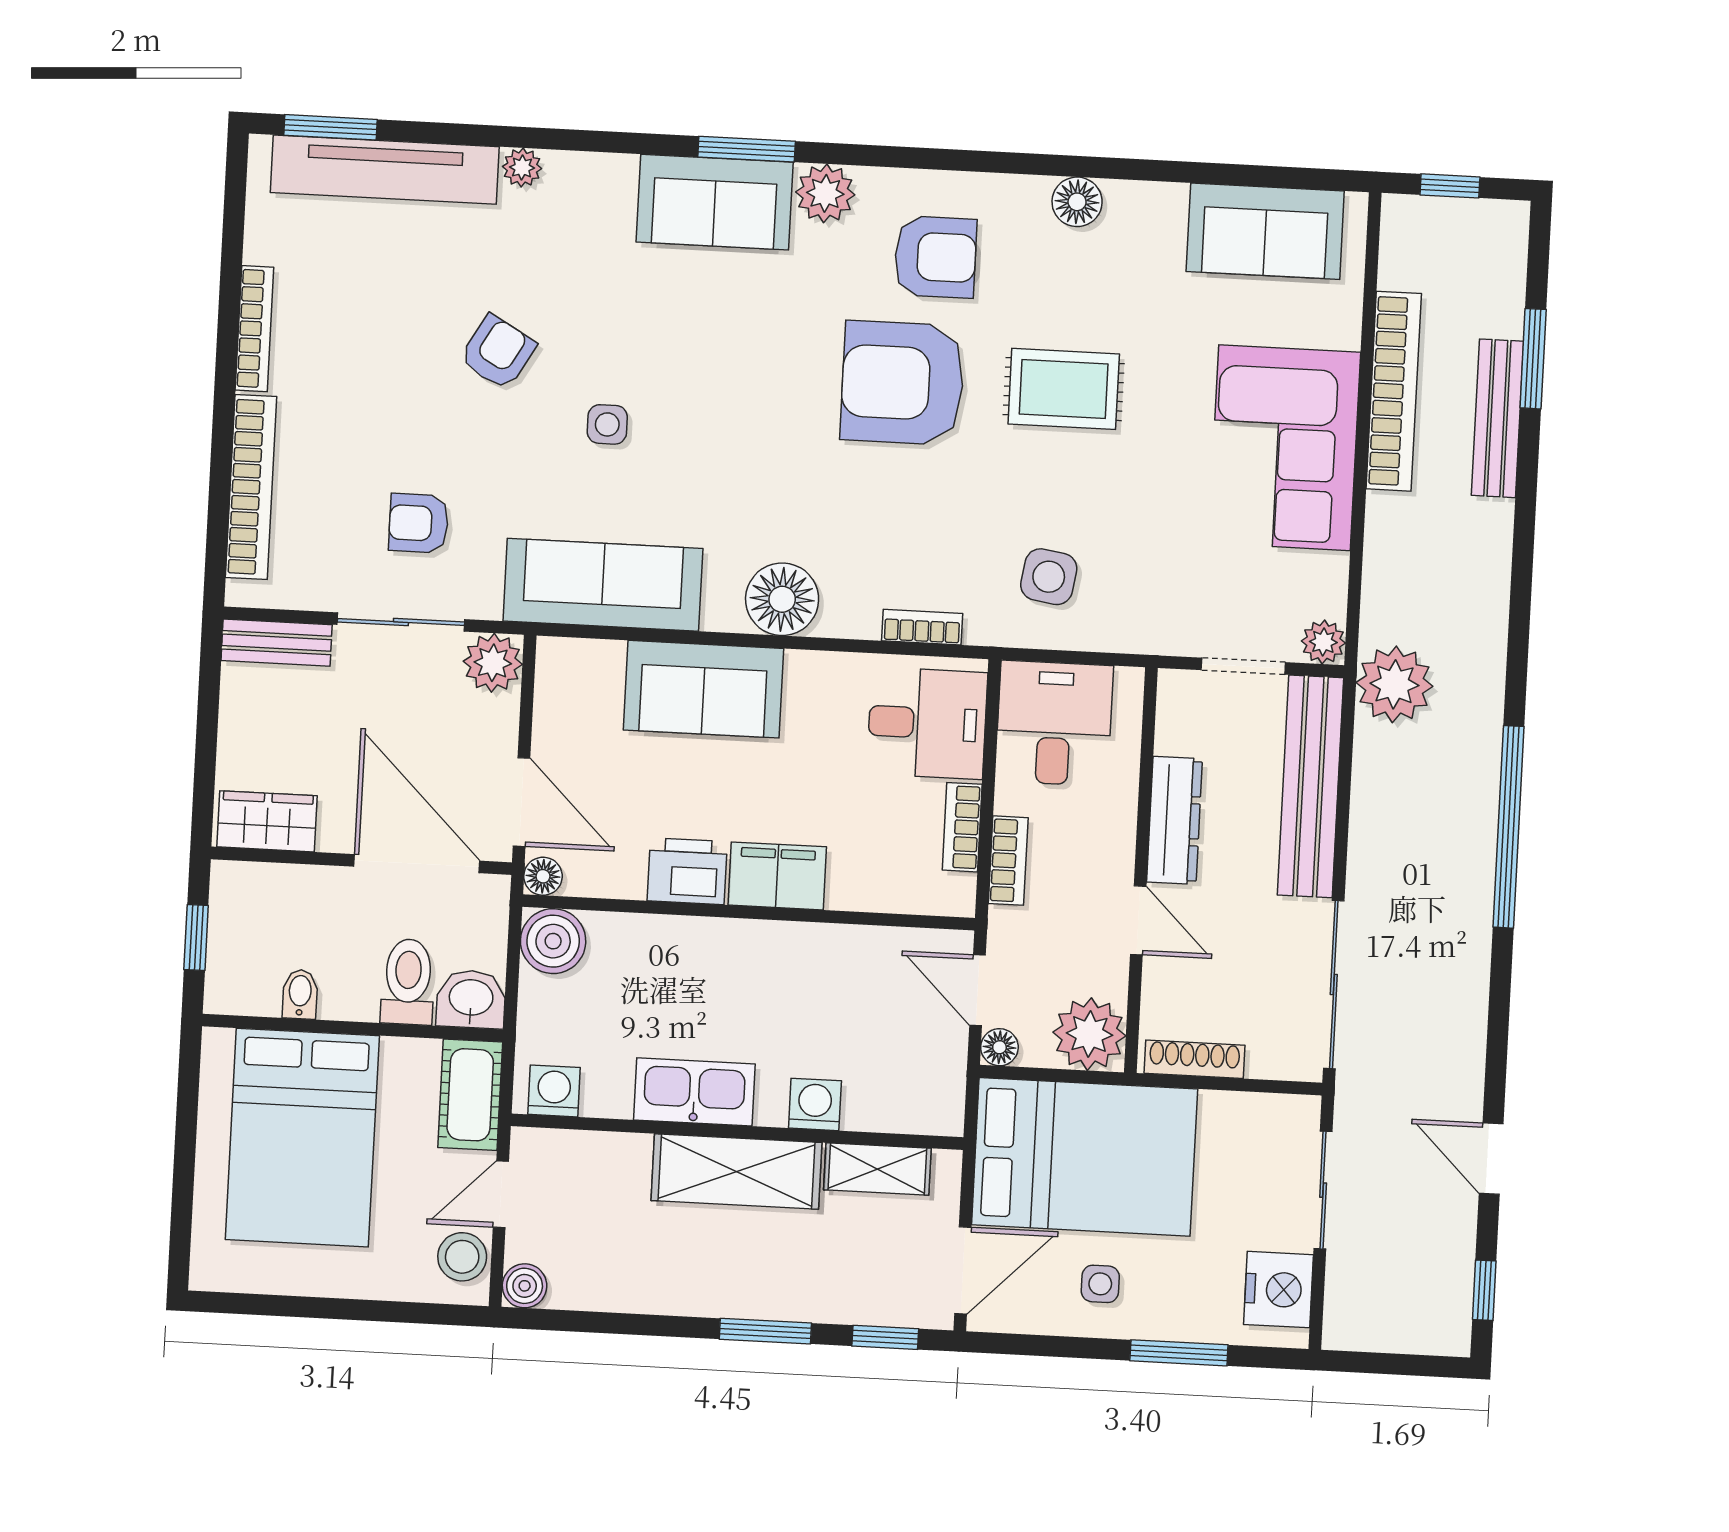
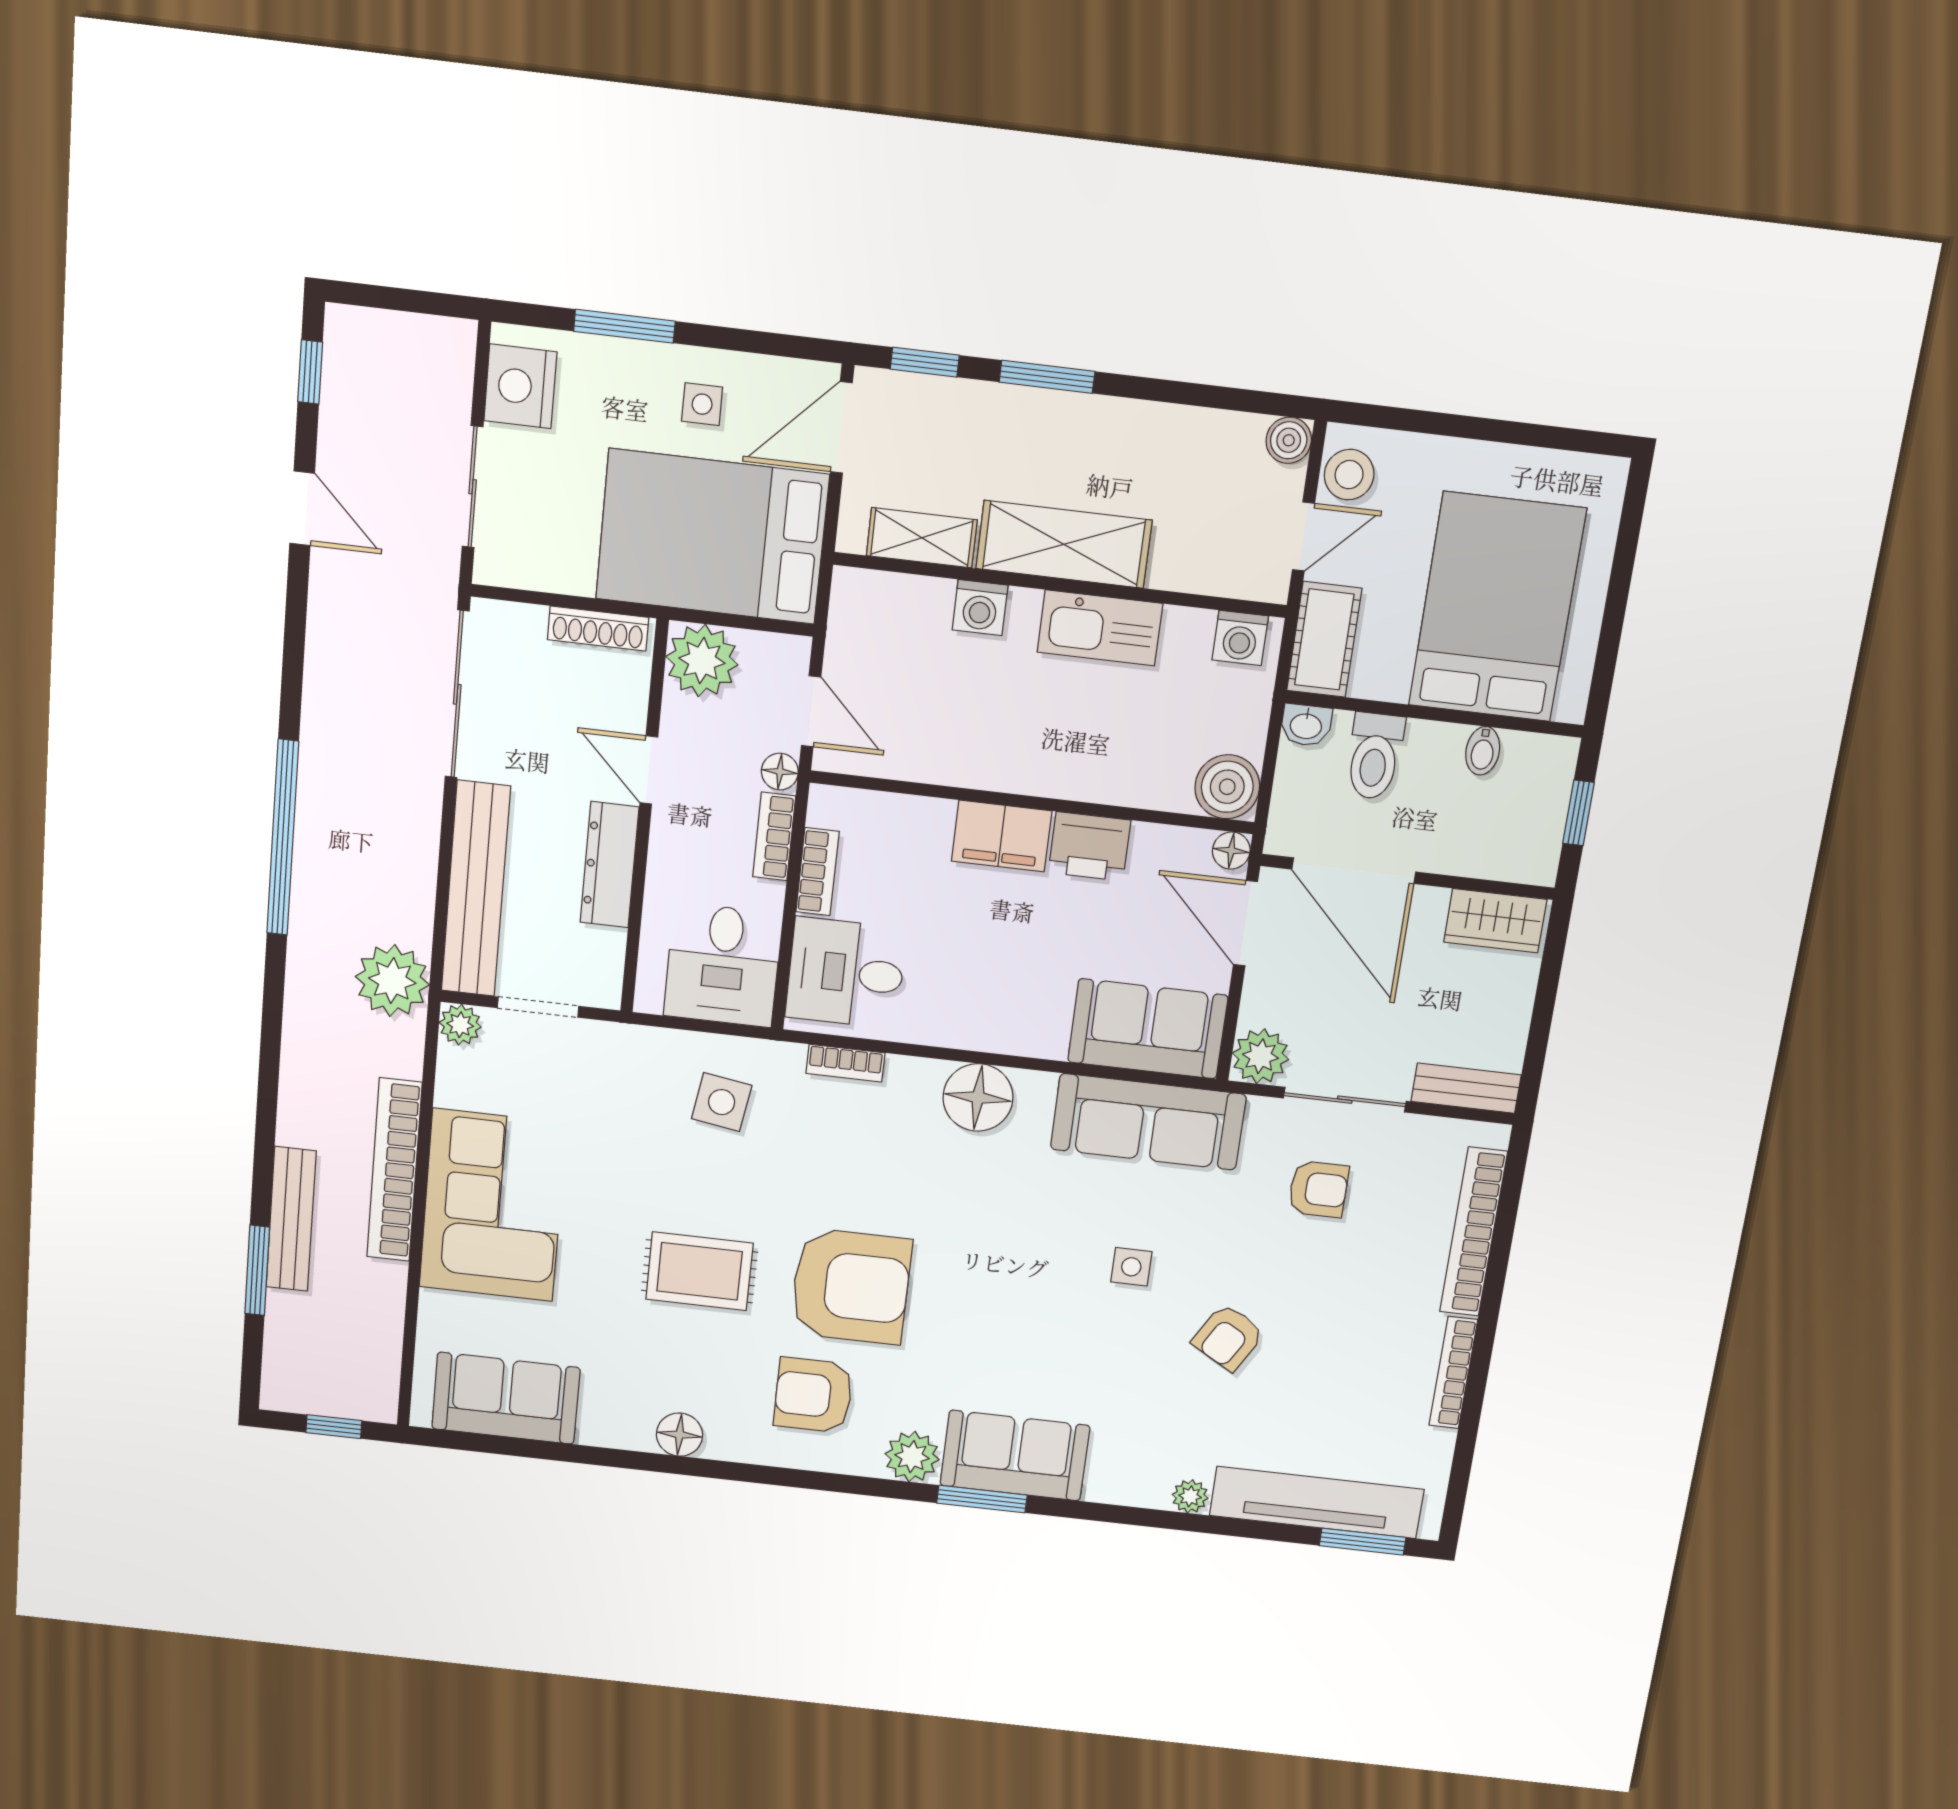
bookcase: (1394, 391) -> (394, 1170), moved
sofa: (703, 689) -> (1148, 1029), moved
washbasin: (471, 999) -> (1306, 725), width x0.72, depth x0.69
floor lamp: (999, 1047) -> (780, 772), moved

